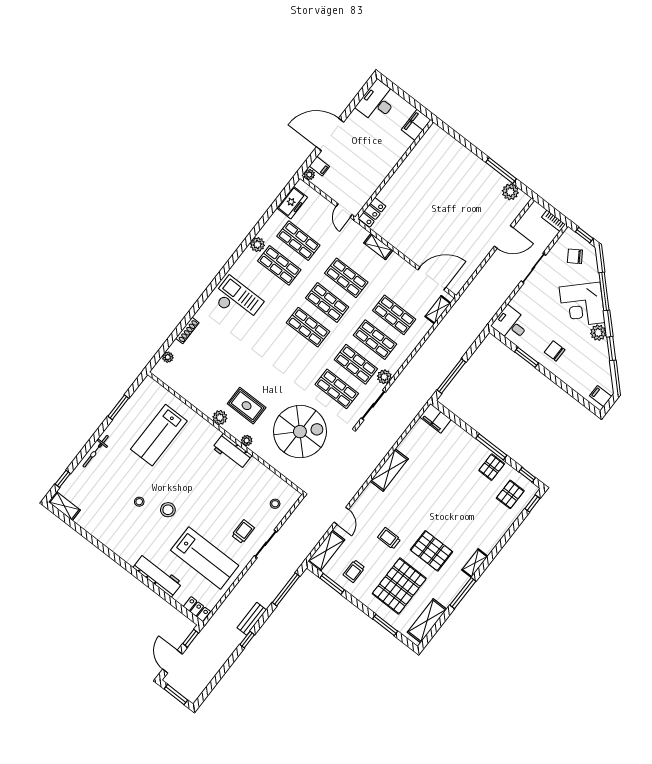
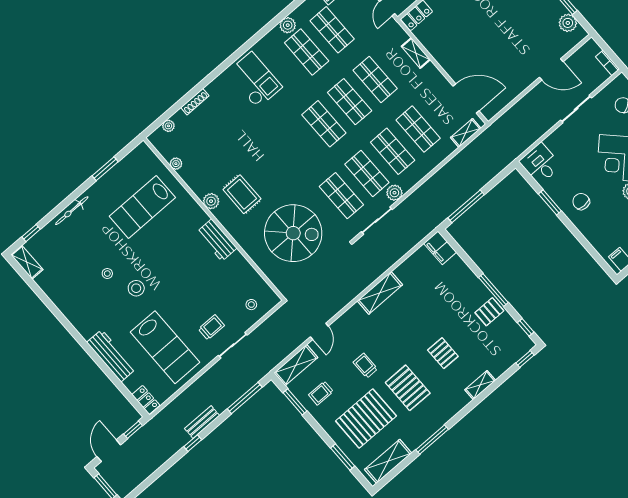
plant: (247, 441) -> (176, 164), moved
pallet: (510, 494) -> (443, 353), moved, turned 90
shelving: (475, 563) -> (480, 385), moved

